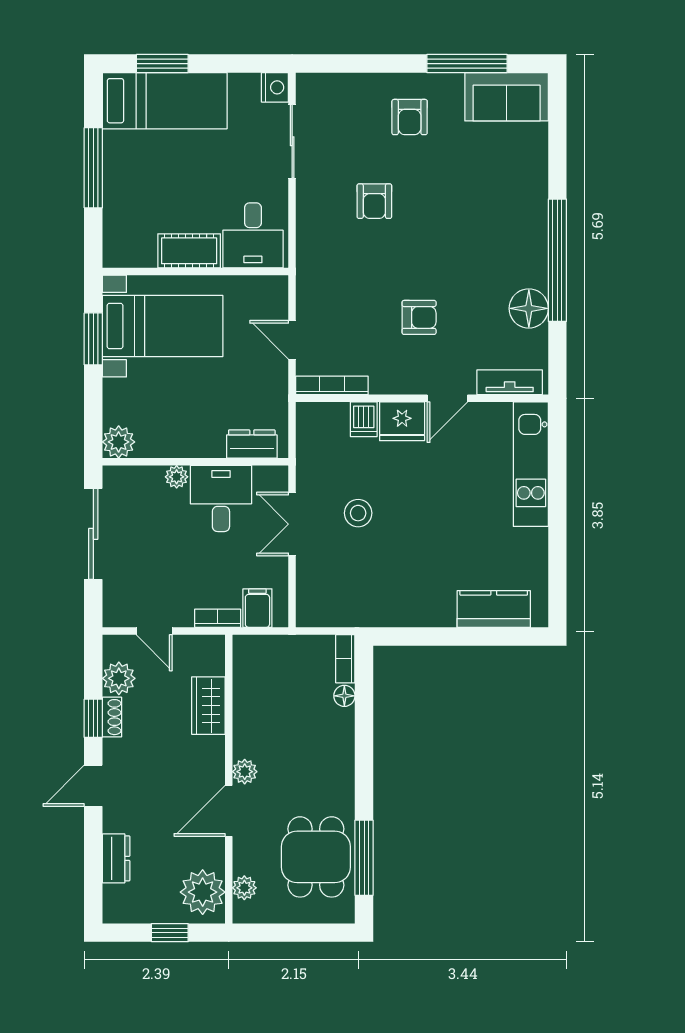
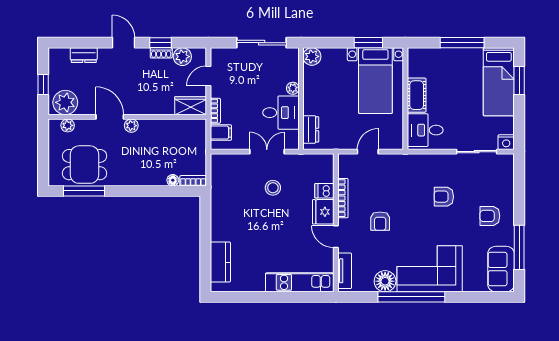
corner sofa: (506, 227) -> (430, 269), added
bookcase: (332, 385) -> (343, 198), moved
wardrobe: (208, 706) -> (191, 106), moved

